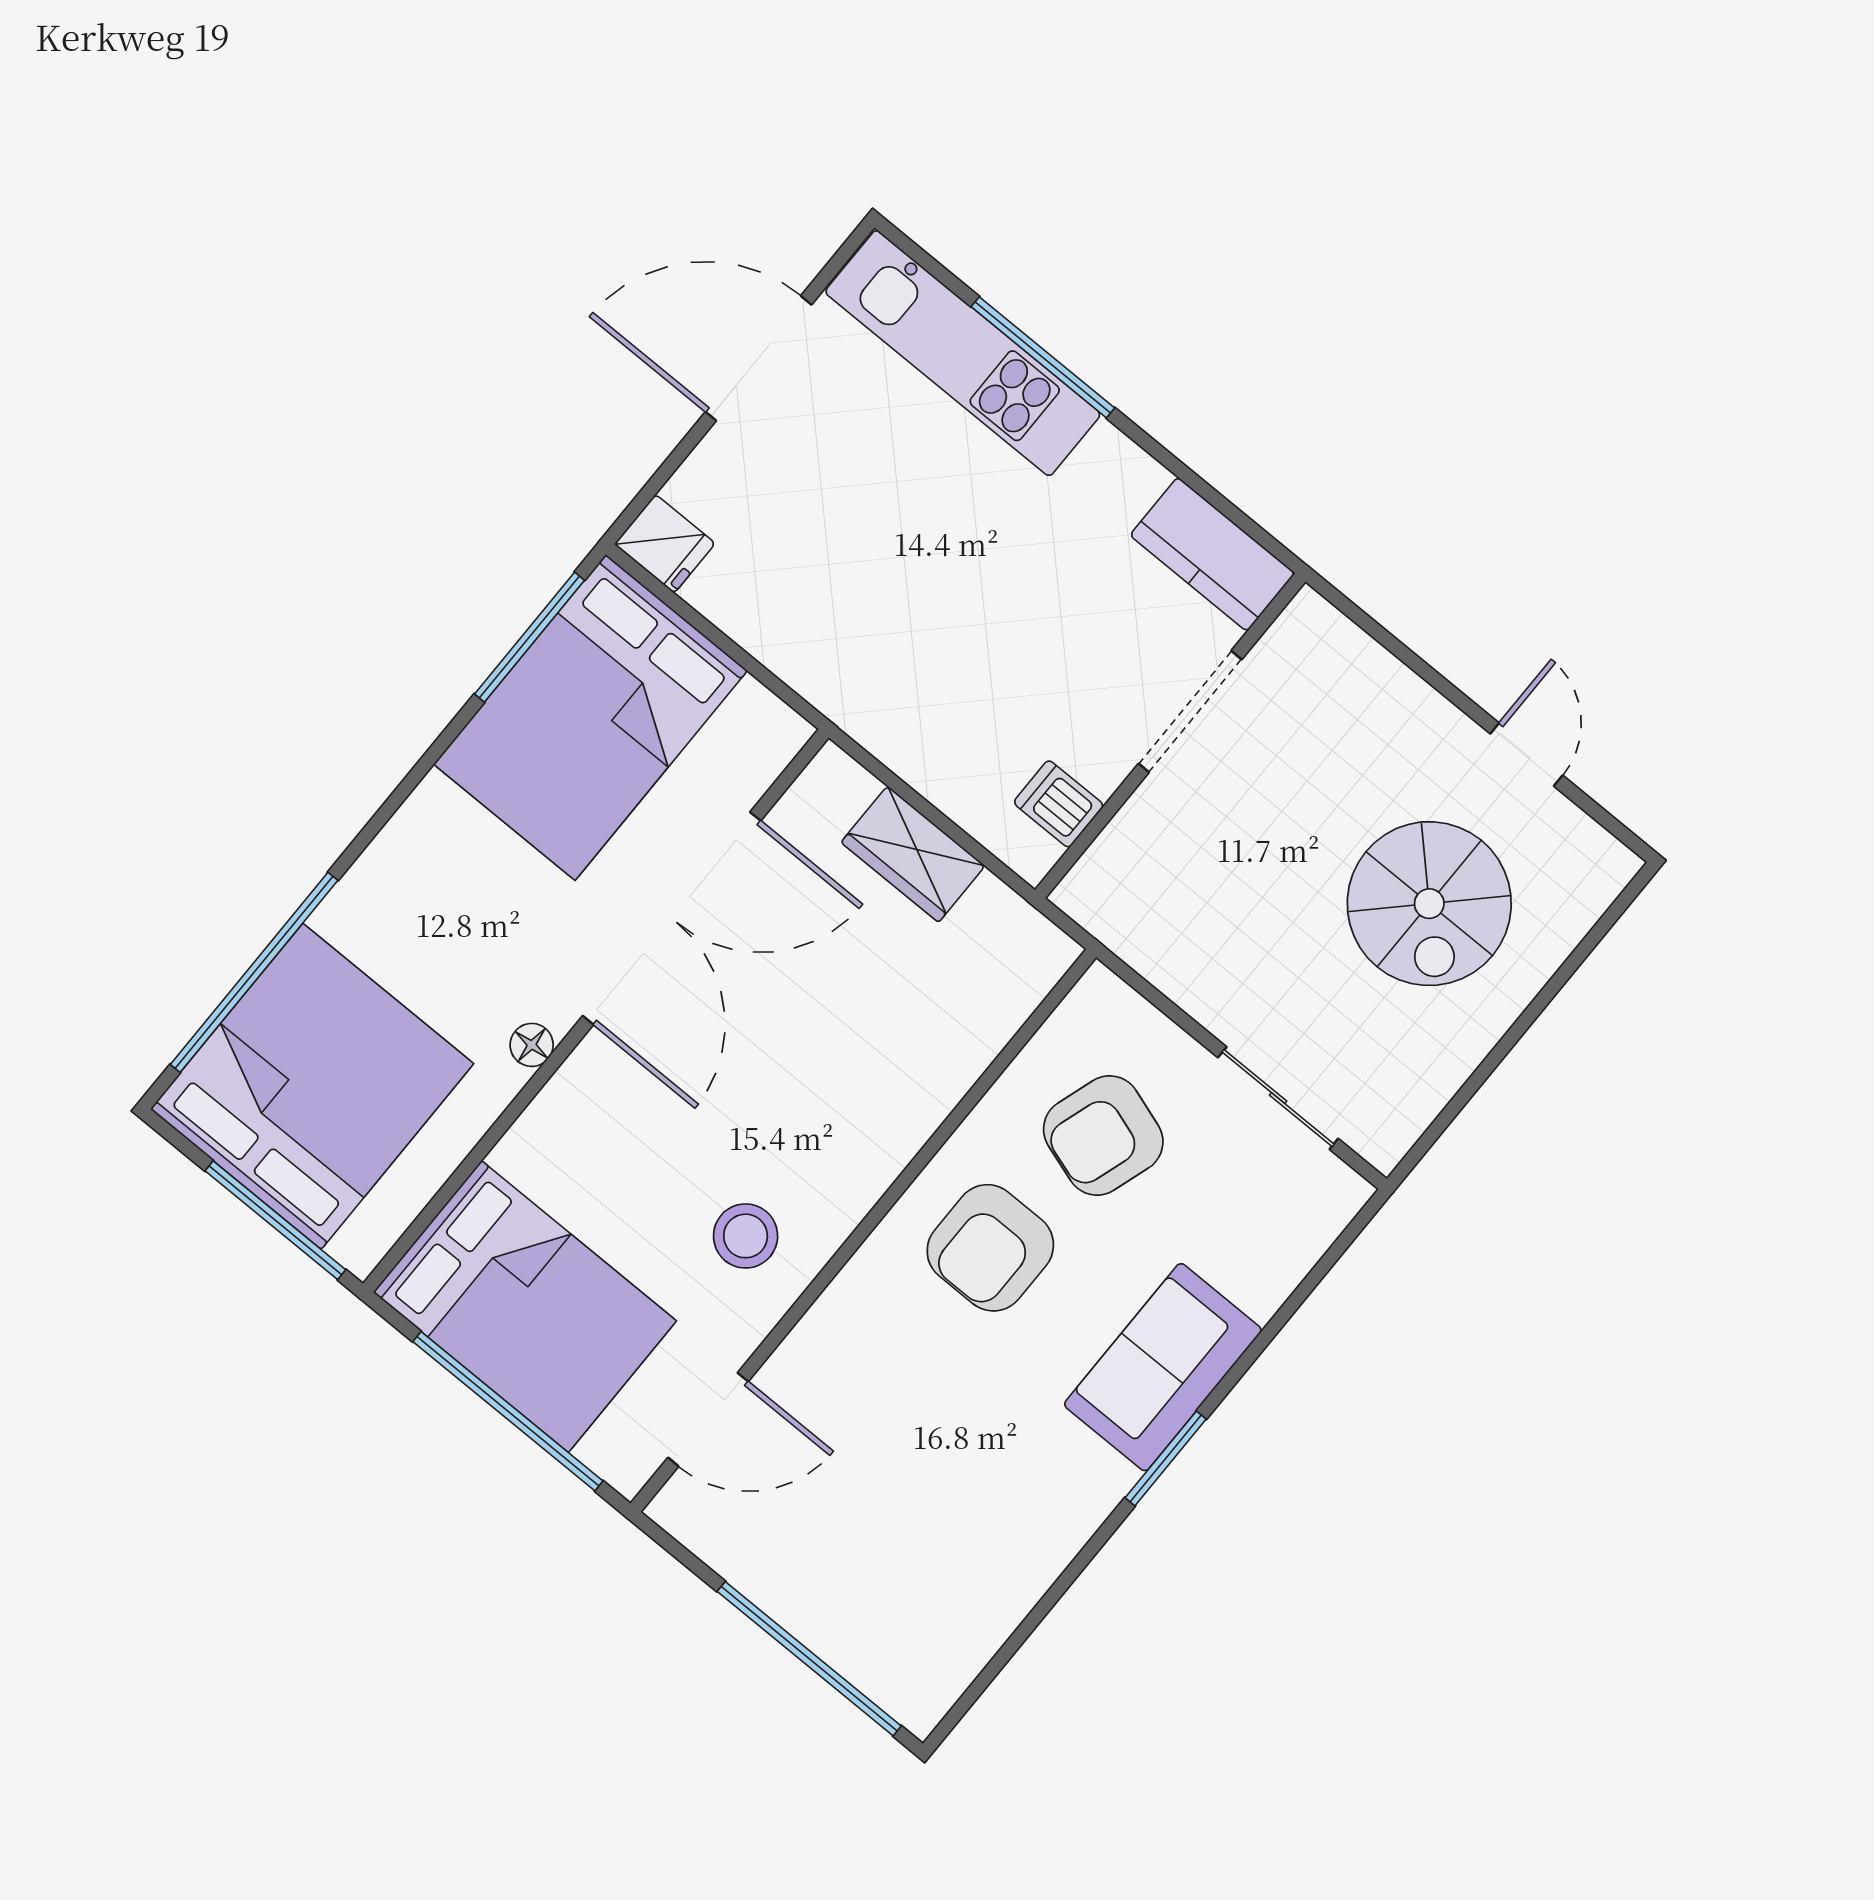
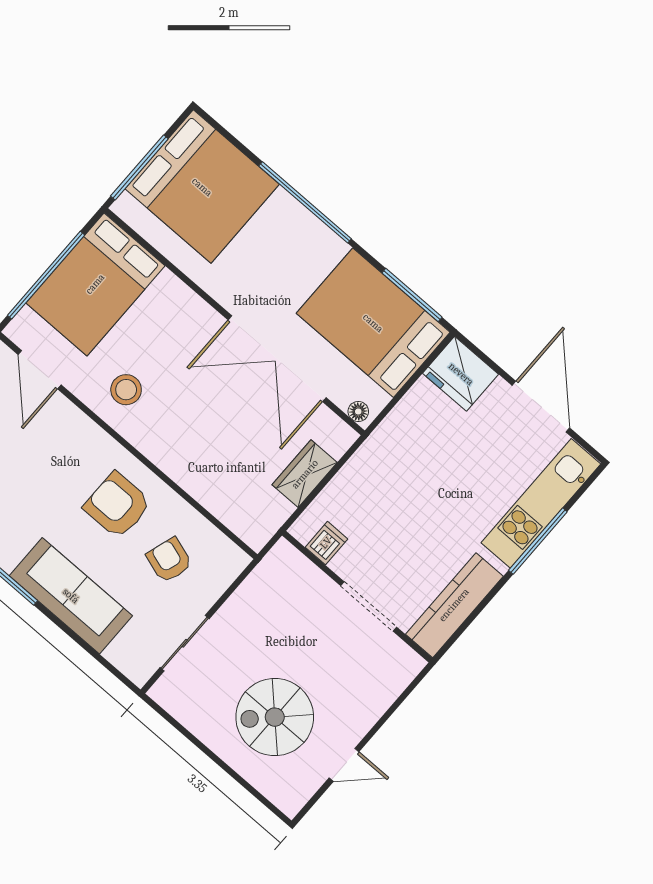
fridge: (665, 544) -> (461, 374), width x1.88, depth x1.34
kitchen counter: (1212, 554) -> (454, 605), width x1.50
window: (254, 972) -> (305, 202), moved
floor lamp: (532, 1045) -> (358, 412), moved
armchair: (1103, 1135) -> (169, 560), width x0.72, depth x0.72
sofa: (1163, 1367) -> (71, 596), width x1.36

